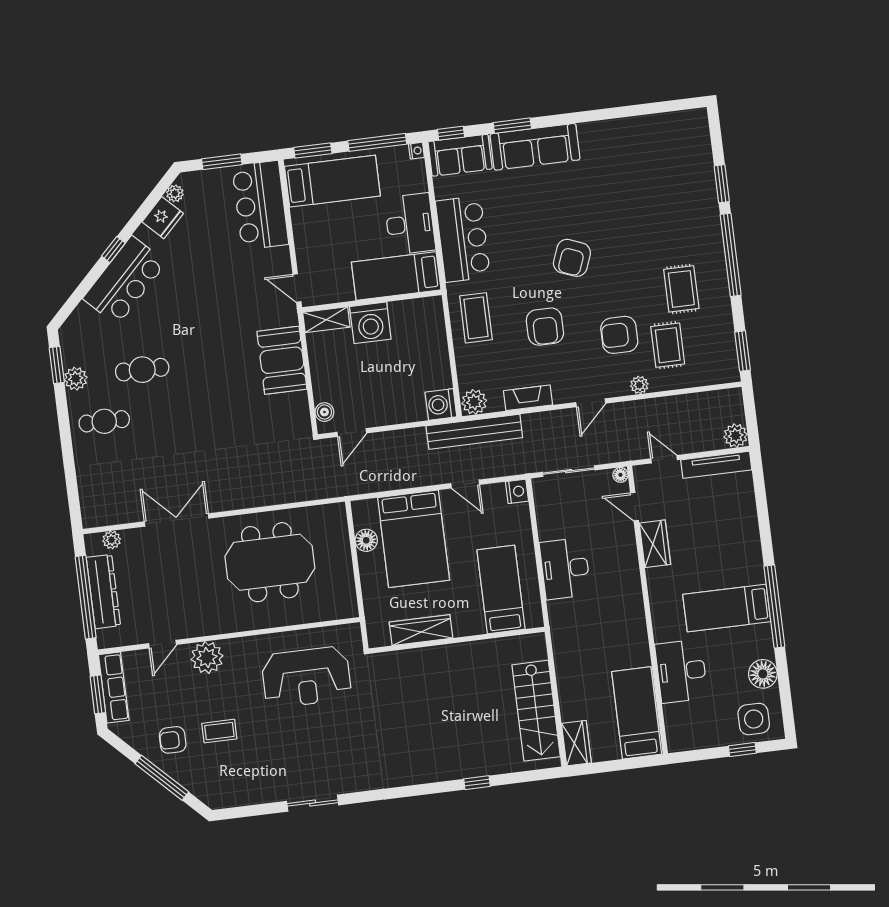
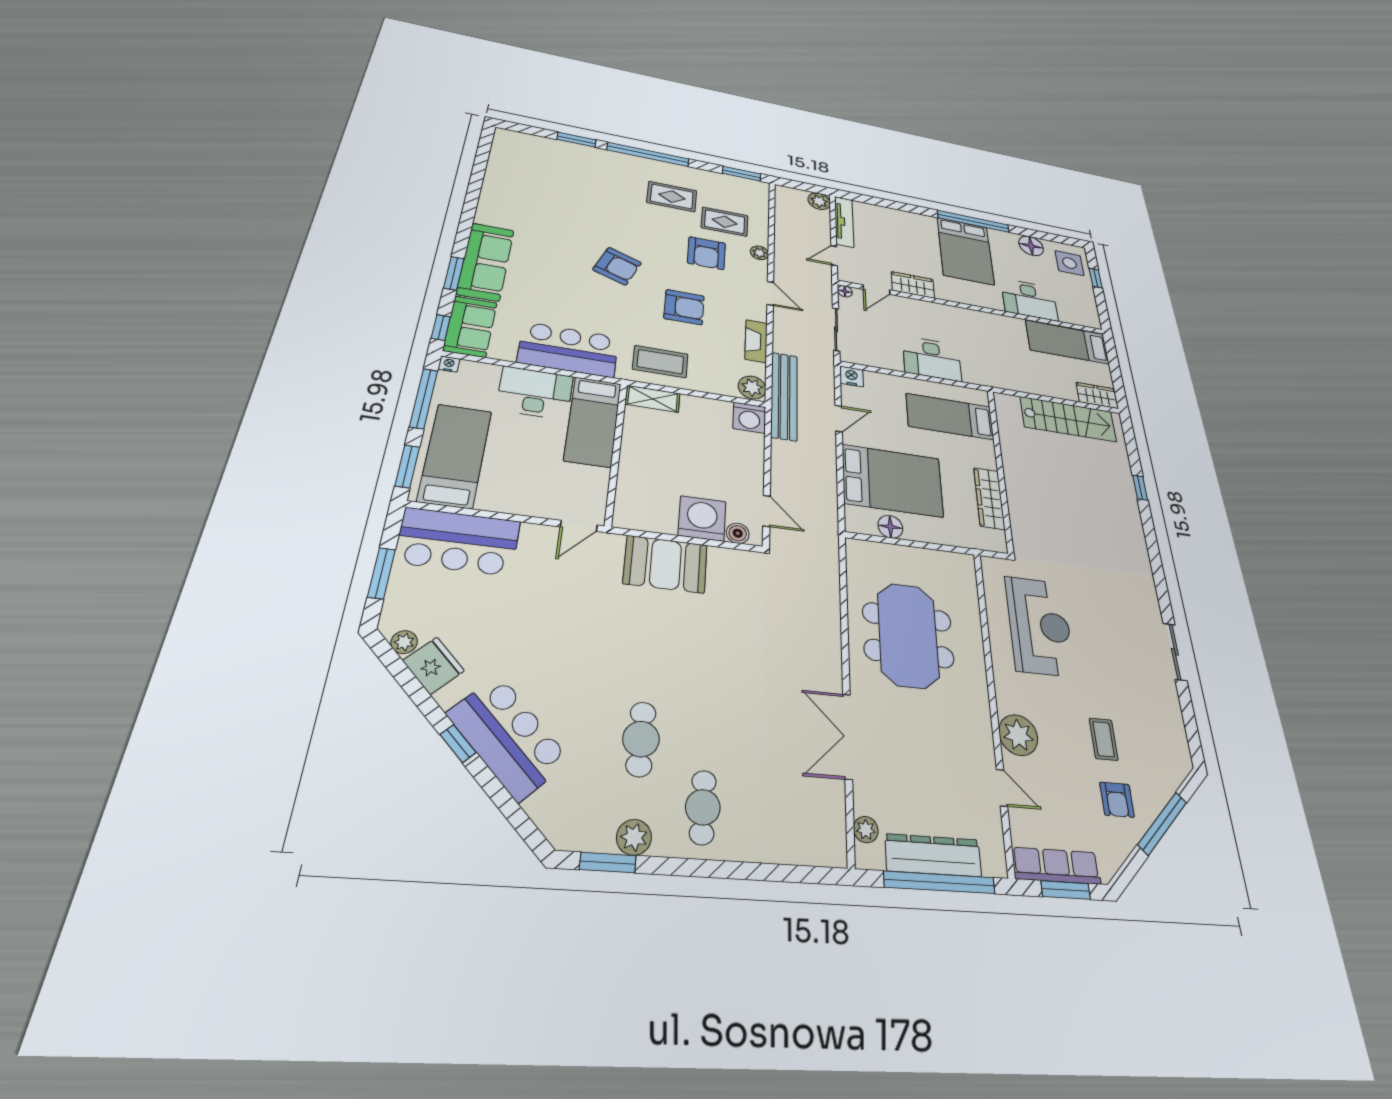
shelving: (326, 320) -> (653, 399), moved, turned 90
washing machine: (370, 323) -> (702, 518), moved, turned -90
bed: (727, 608) -> (965, 251), width x1.50

